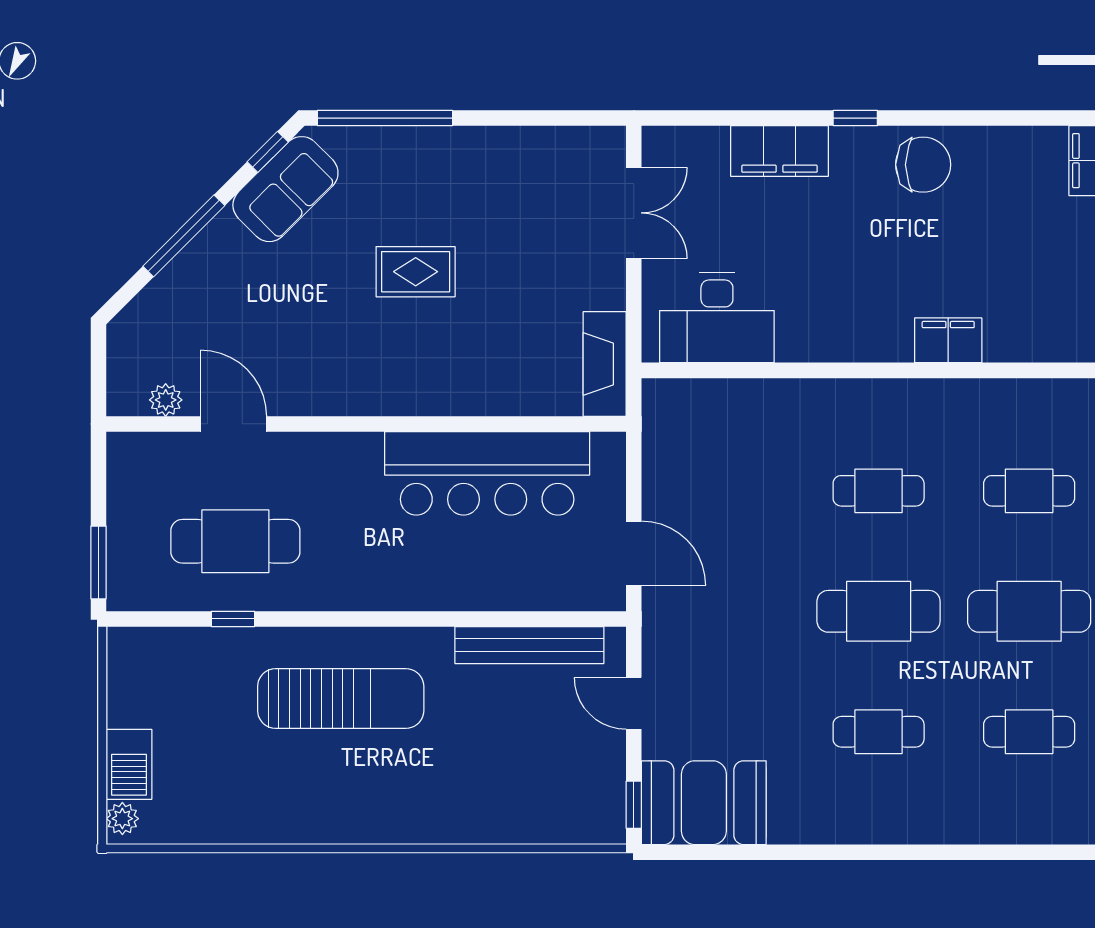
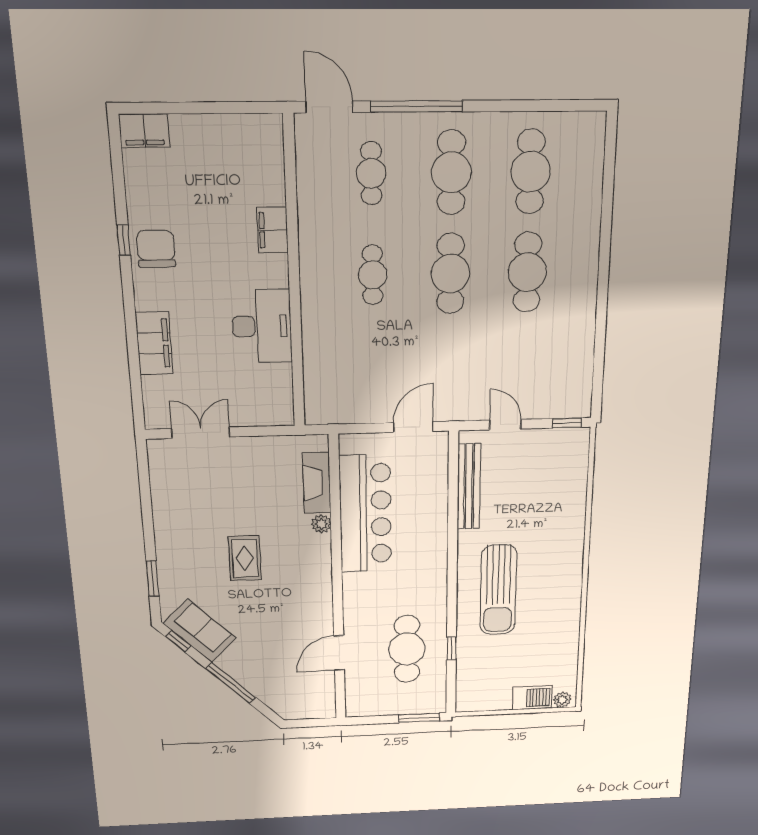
window: (385, 118) -> (153, 578), width x0.47
window: (855, 118) -> (124, 240), moved
desk: (717, 318) -> (262, 326), moved
fireplace: (605, 364) -> (317, 483), moved, turned 90
plant: (166, 400) -> (321, 524), moved
sun lounger: (341, 699) -> (498, 590), turned 180
door: (634, 703) -> (505, 425), swing flipped
cafe table: (879, 732) -> (527, 272), width x1.37, depth x1.35
cafe table: (1029, 732) -> (531, 172), width x1.37, depth x1.35
booth: (704, 803) -> (568, 381), removed

